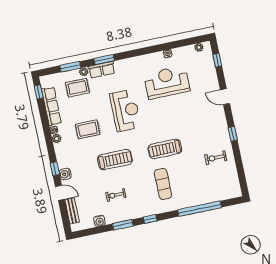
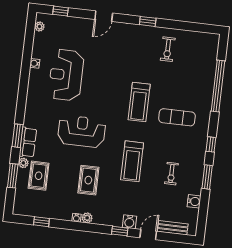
window: (39, 92) -> (41, 222), moved
row of seats: (51, 106) -> (49, 211), removed
treadmill: (115, 160) -> (132, 161), turned 180

